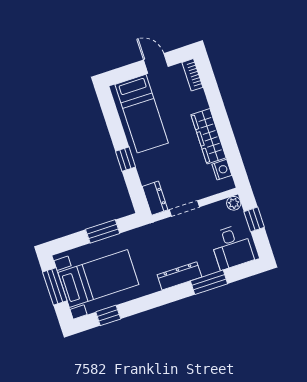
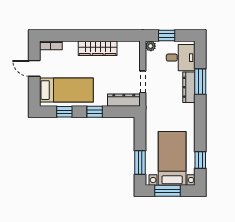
door: (156, 63) -> (34, 68), hinge flipped
window: (113, 120) -> (64, 112), added
nightstand: (222, 170) -> (124, 47), removed
dresser: (155, 198) -> (124, 100), width x1.44
window: (103, 231) -> (140, 162), moved
dresser: (179, 276) -> (189, 87), moved

